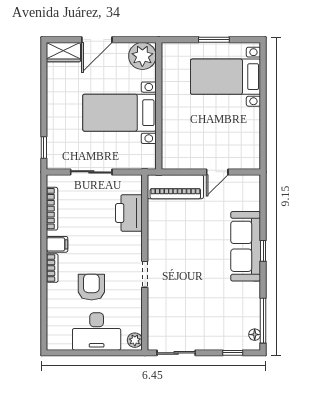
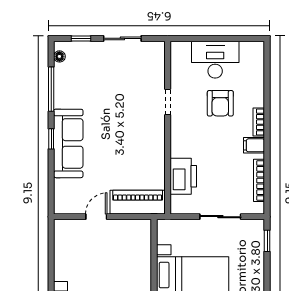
doorway: (145, 274) -> (168, 102), moved
window: (263, 321) -> (51, 89), moved
plant: (135, 340) -> (177, 51), removed
sliding door: (176, 353) -> (122, 38), moved

